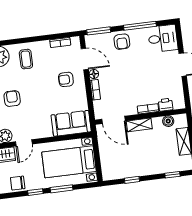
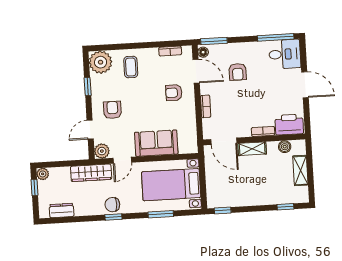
window: (140, 26) -> (276, 37), moved
armchair: (122, 42) -> (238, 72), moved
floor lamp: (94, 74) -> (203, 52), moved
printer: (166, 105) -> (289, 125), width x1.87, depth x1.48
sofa: (71, 123) -> (156, 143), moved
window: (132, 180) -> (223, 210), moved
window: (35, 192) -> (113, 217), moved

